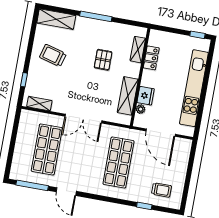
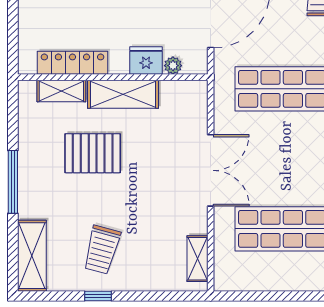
locker: (151, 58) -> (72, 63), width x1.53
pallet: (103, 60) -> (93, 153), width x1.50, depth x1.42
window: (24, 80) -> (98, 296), moved
shelving: (128, 96) -> (123, 94), moved

